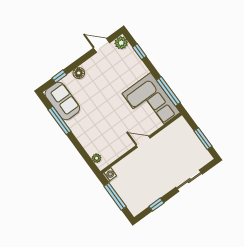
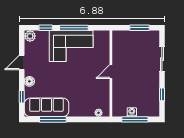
door: (102, 45) -> (22, 62), moved
window: (168, 91) -> (74, 28), moved
sofa: (62, 101) -> (47, 107), width x1.36
corner sofa: (151, 103) -> (71, 46), moved
washing machine: (109, 175) -> (132, 112), moved

